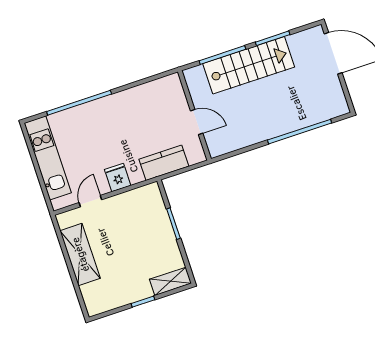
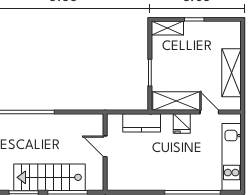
door: (90, 201) -> (209, 112), swing flipped
shelving: (133, 201) -> (176, 101), added

